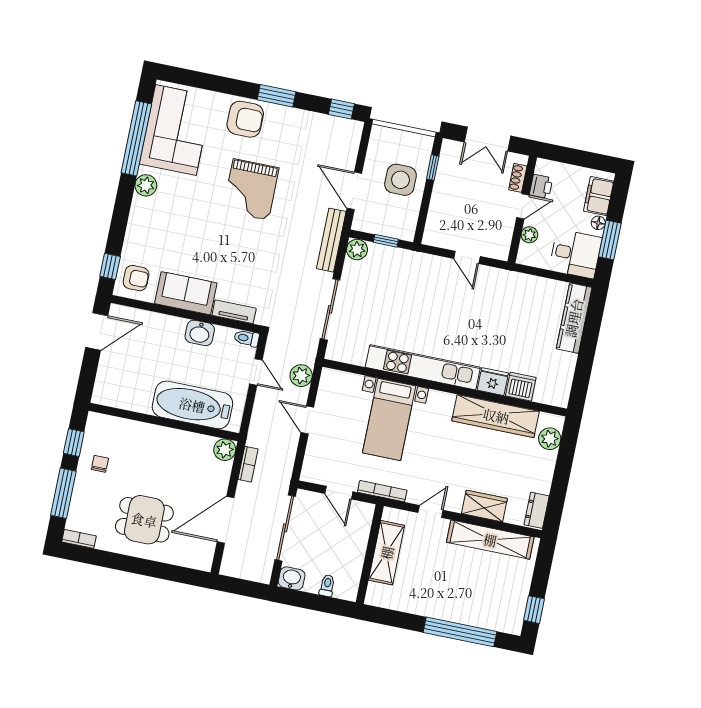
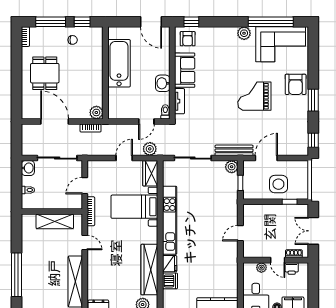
bathtub: (192, 405) -> (119, 63), moved
wardrobe: (484, 506) -> (150, 173), moved, turned 180

